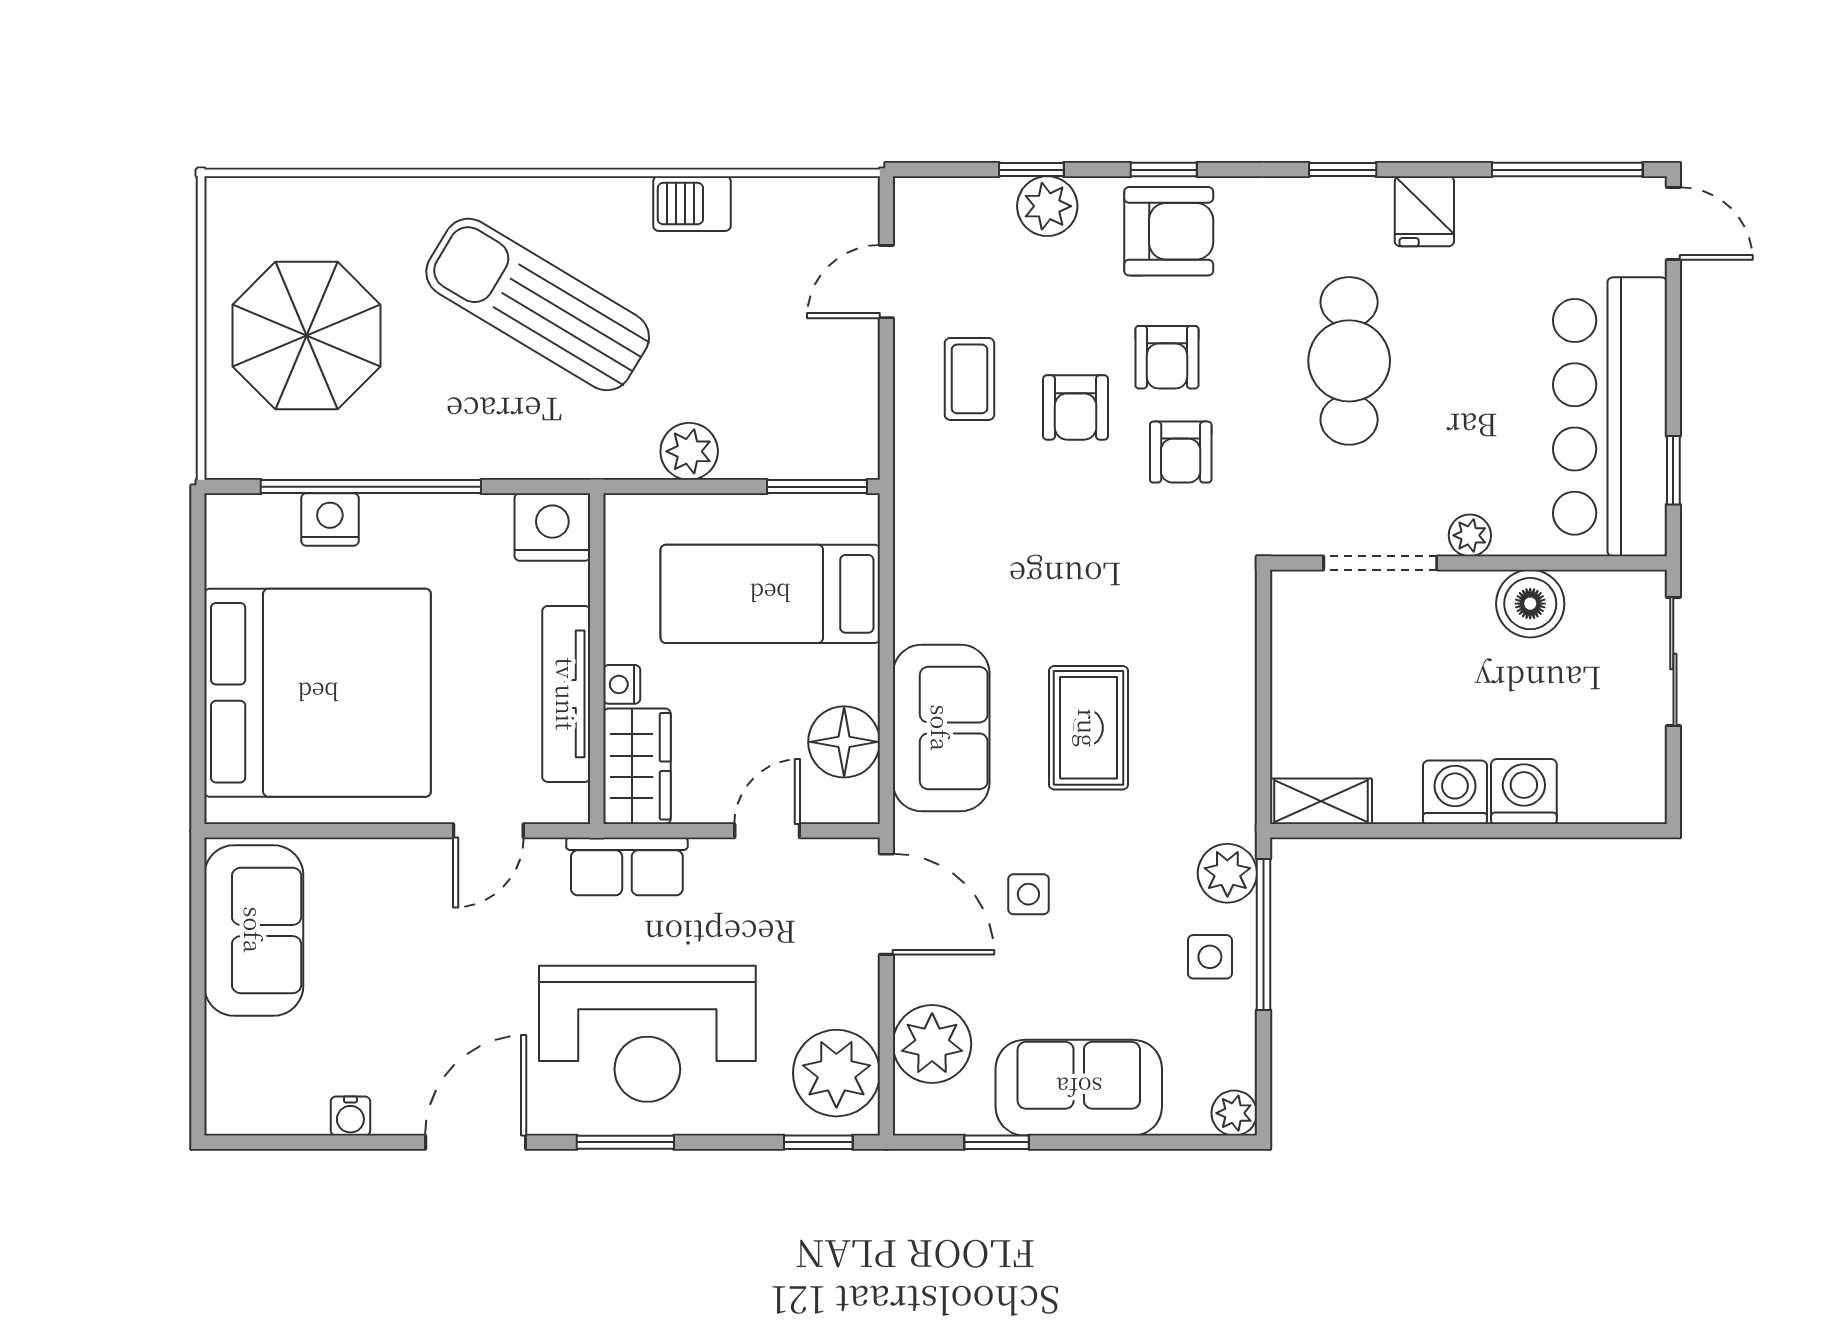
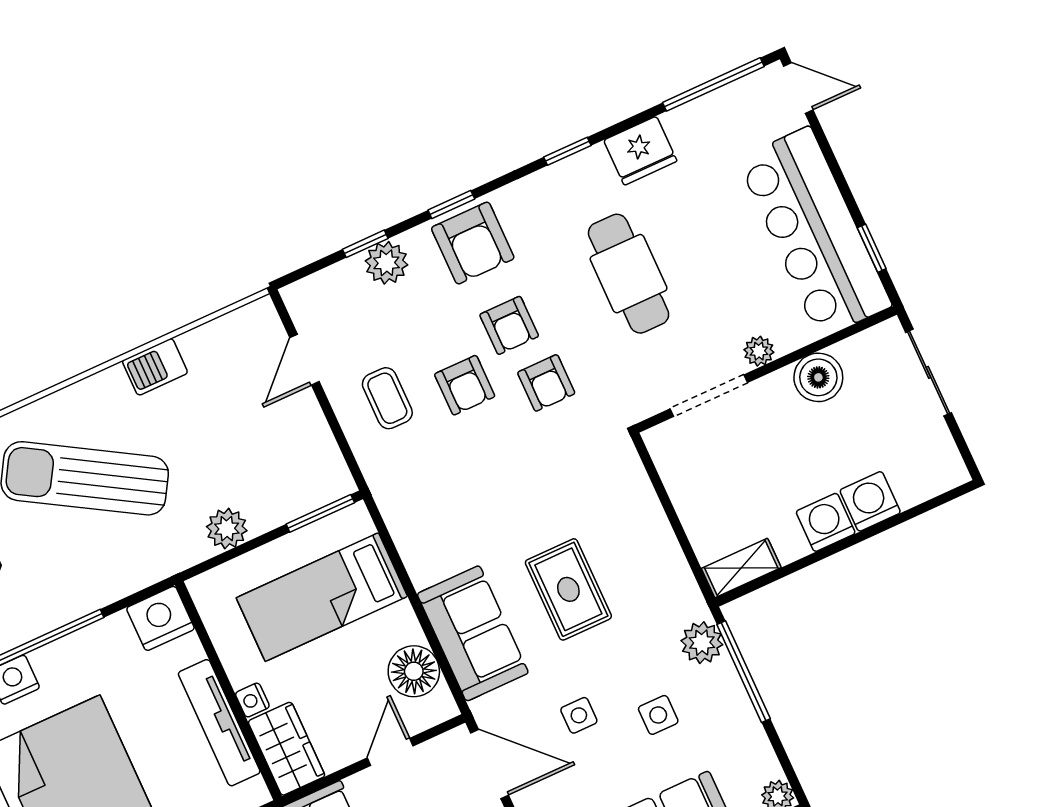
fridge: (1424, 211) -> (640, 151), width x1.38
armchair: (1169, 231) -> (473, 243), turned 90
side table: (1210, 957) -> (658, 715), moved

